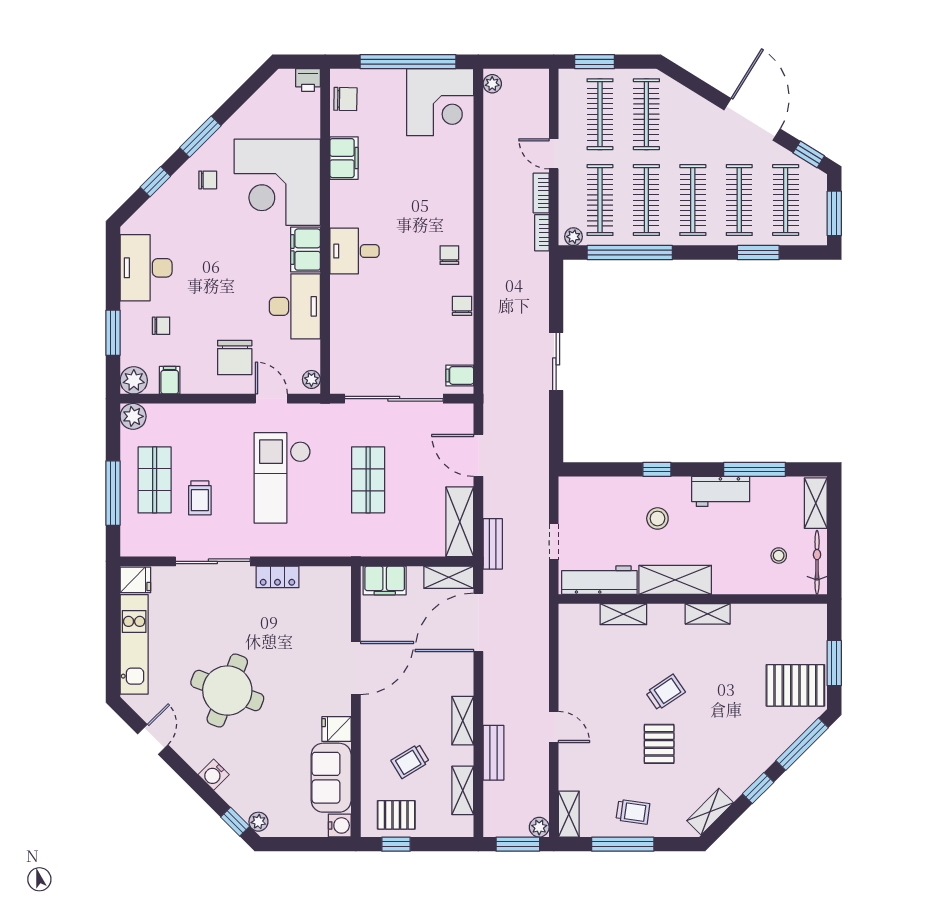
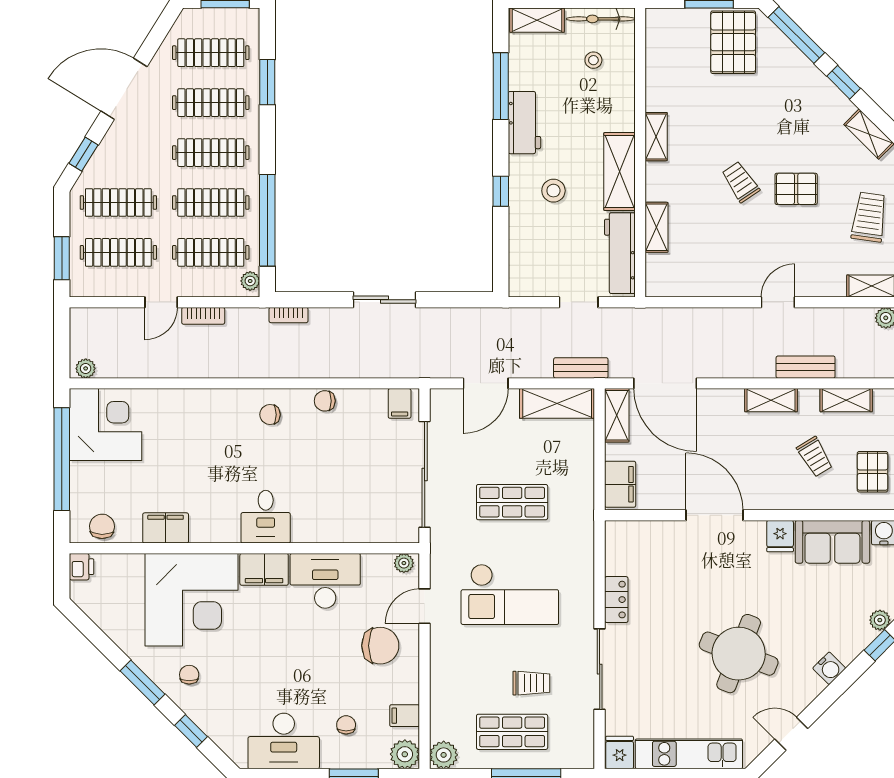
window: (809, 154) -> (84, 154), moved
bookcase: (542, 233) -> (289, 315), moved
trolley: (633, 812) -> (869, 217), width x1.36, depth x1.39

